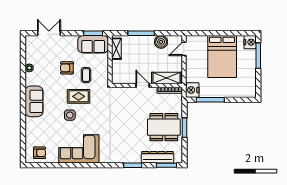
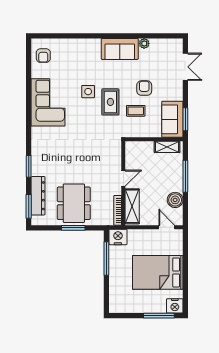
sofa: (34, 101) -> (120, 49), moved

